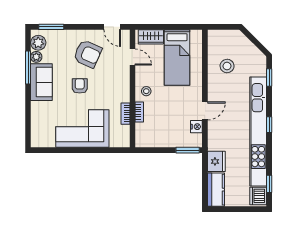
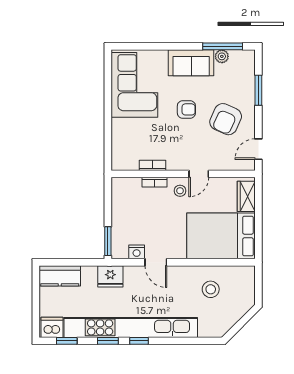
window: (51, 27) -> (258, 90), moved
plant: (38, 43) -> (239, 59), removed
door: (133, 57) -> (199, 174), moved
bed: (177, 58) -> (221, 236), width x1.50
window: (28, 67) -> (223, 46), moved
window: (269, 77) -> (108, 341), moved
corner sofa: (82, 129) -> (134, 85), moved
fridge: (216, 161) -> (110, 276), moved

